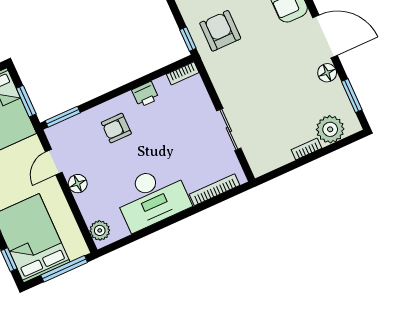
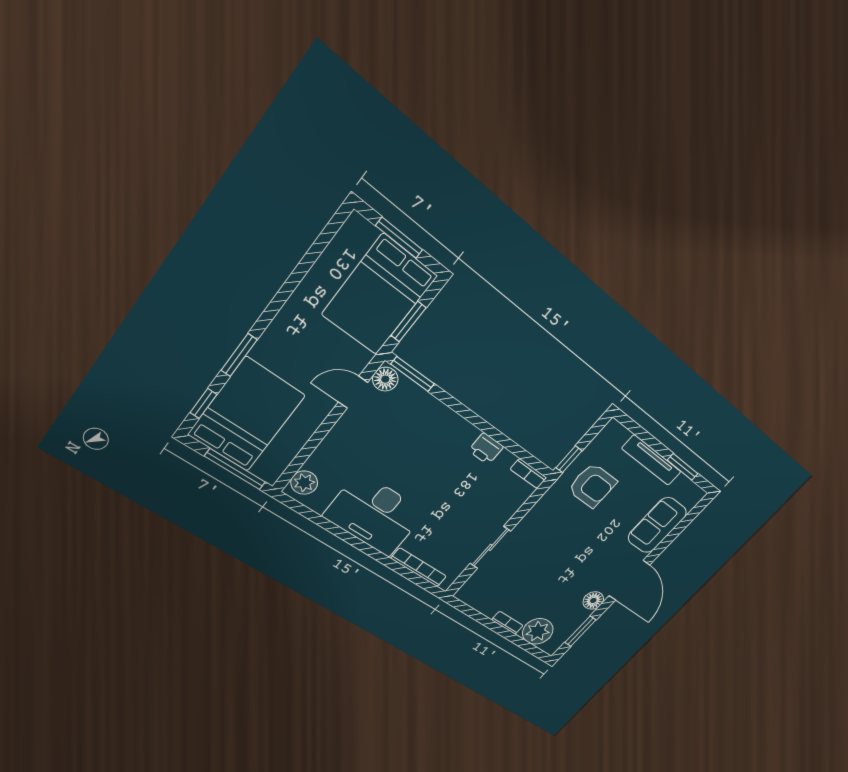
armchair: (220, 31) -> (592, 486), turned 90
armchair: (116, 128) -> (431, 439), removed
floor lamp: (78, 184) -> (385, 379), moved

